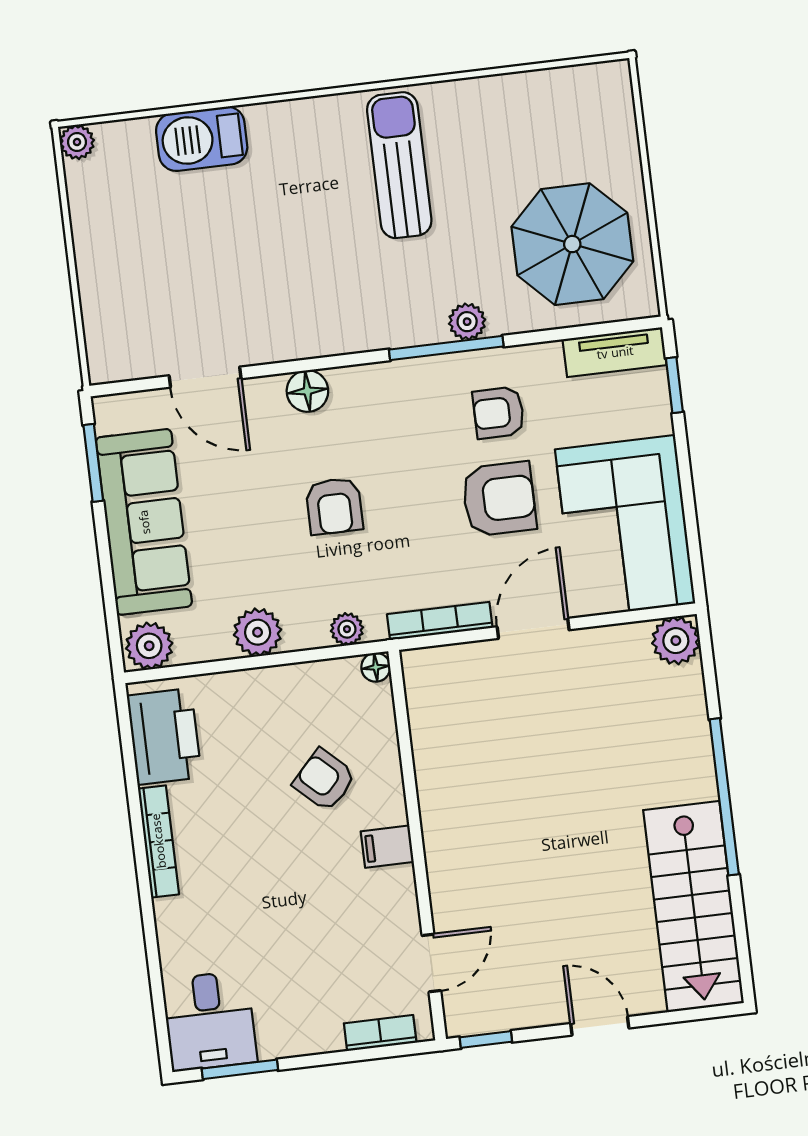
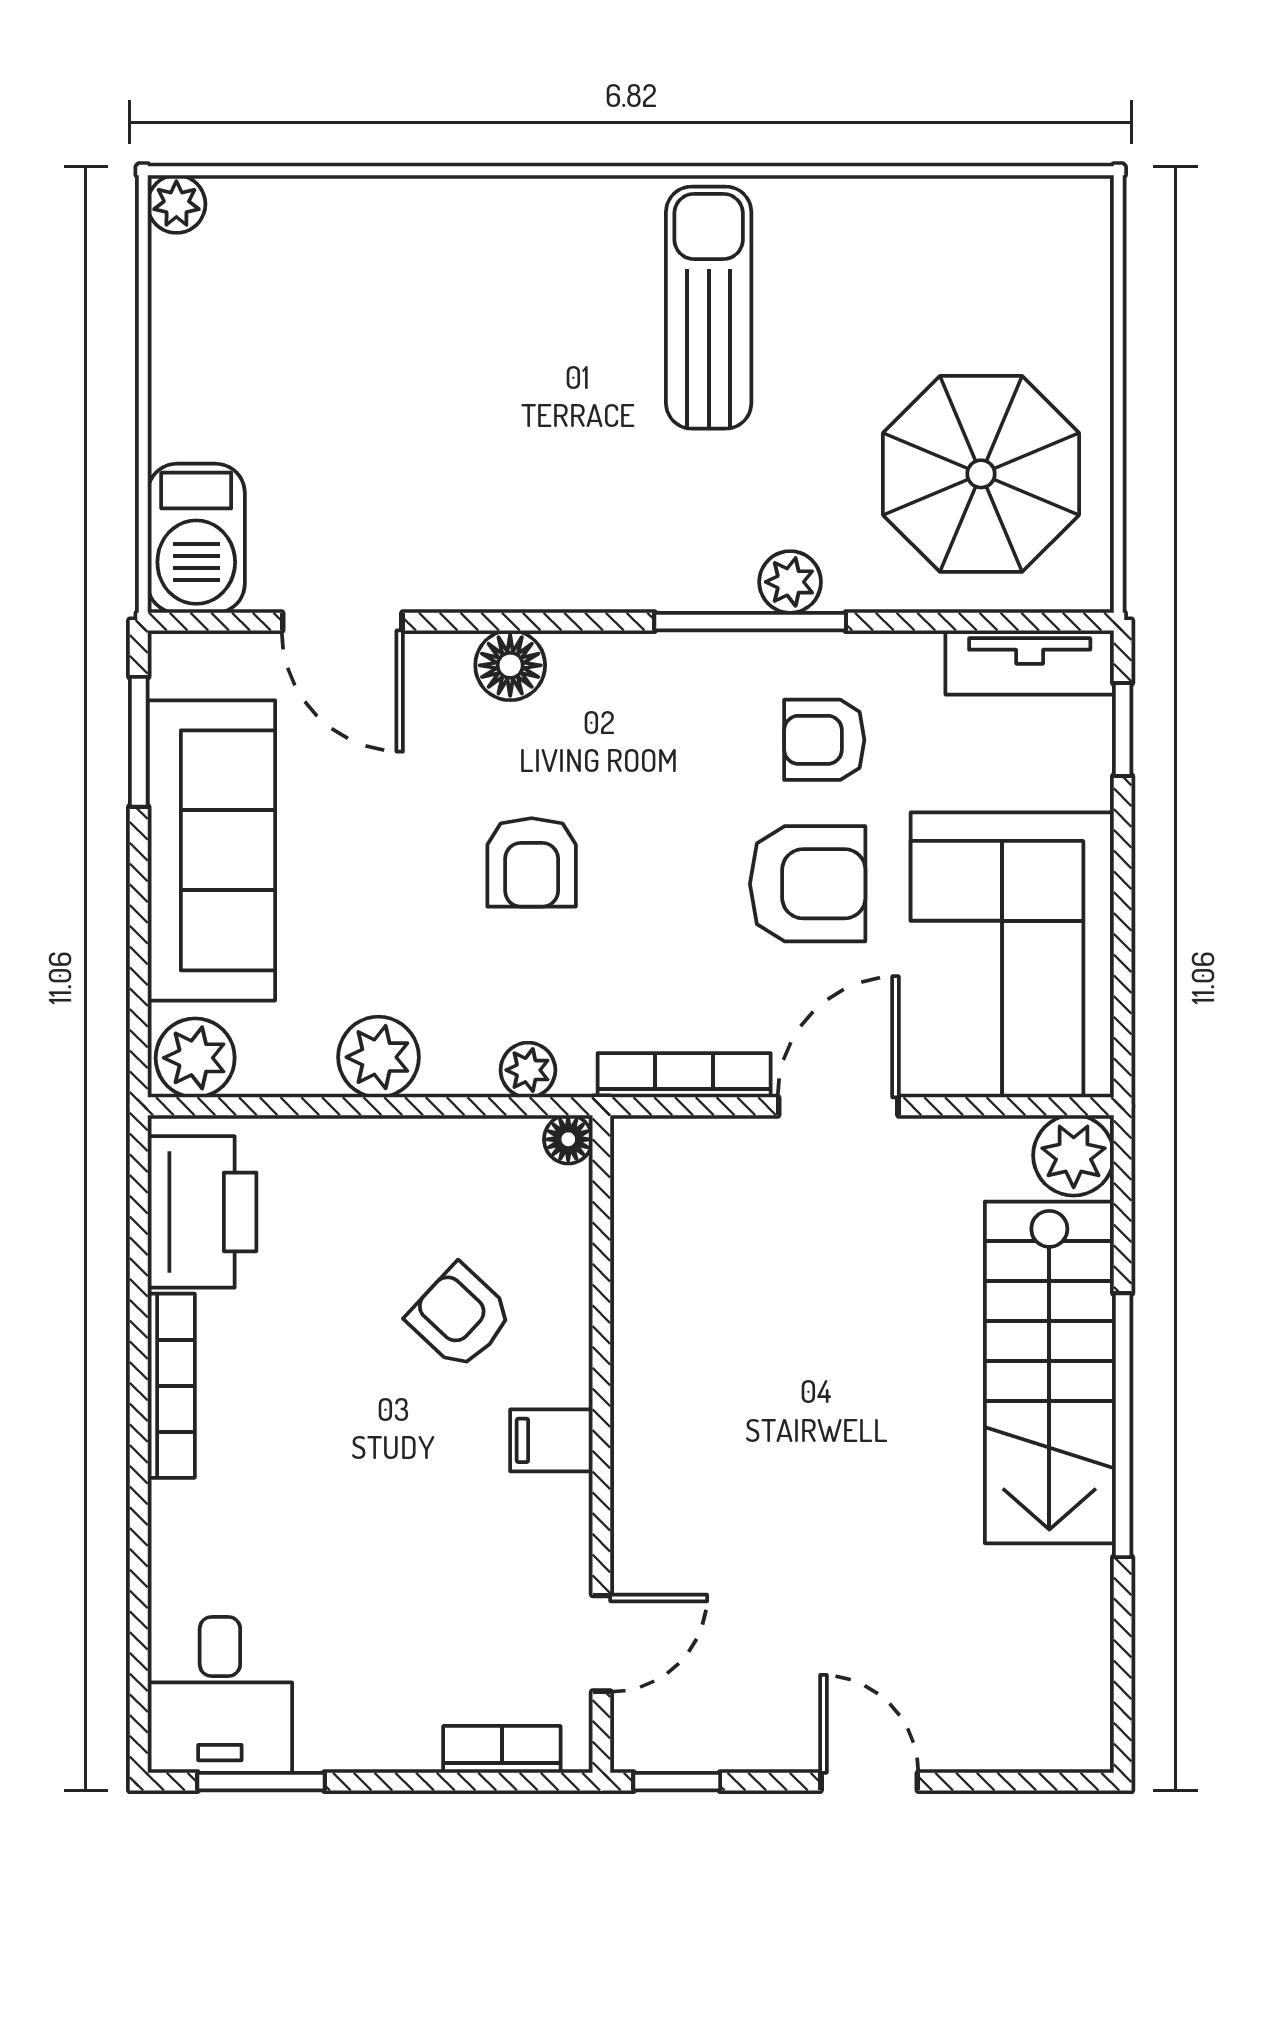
barbecue: (202, 139) -> (196, 538), moved, turned -90
stairs: (693, 907) -> (1049, 1372), moved

